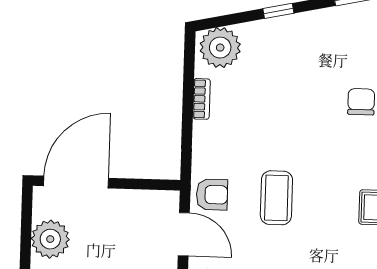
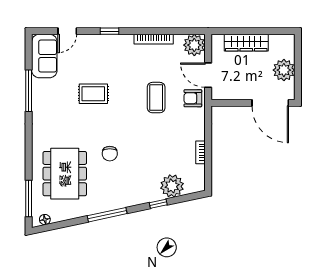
plant: (220, 48) -> (172, 186), moved
door: (76, 182) -> (270, 103), hinge flipped

